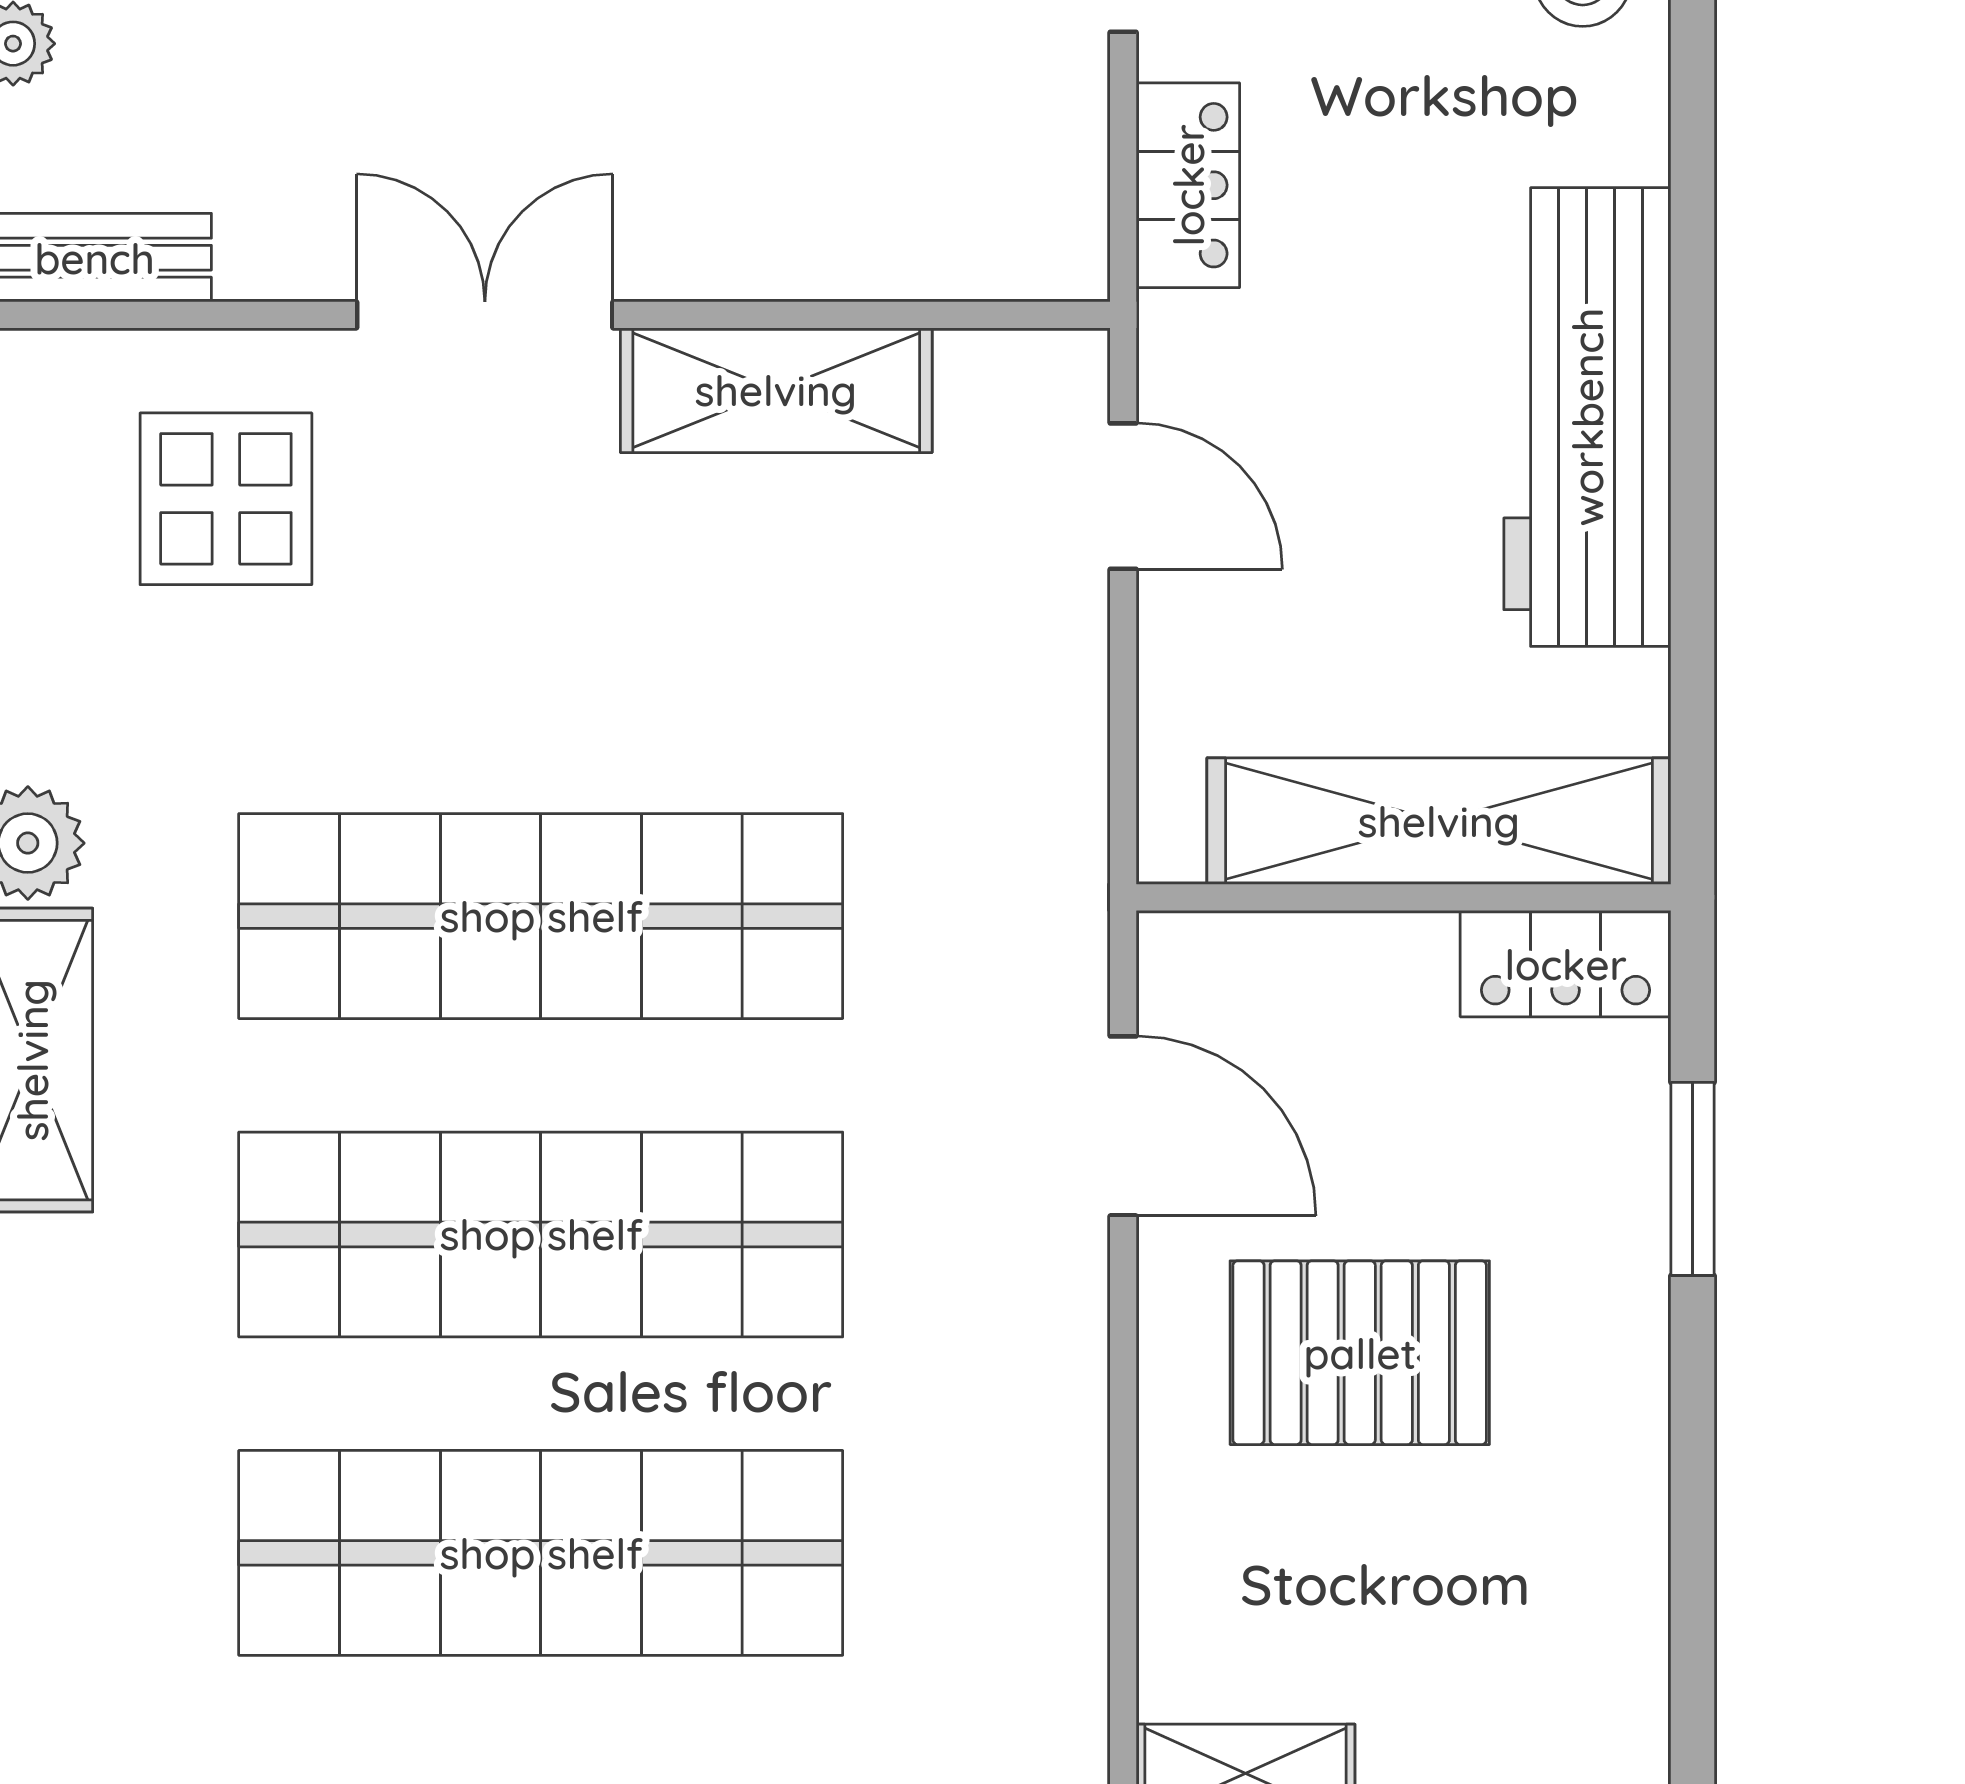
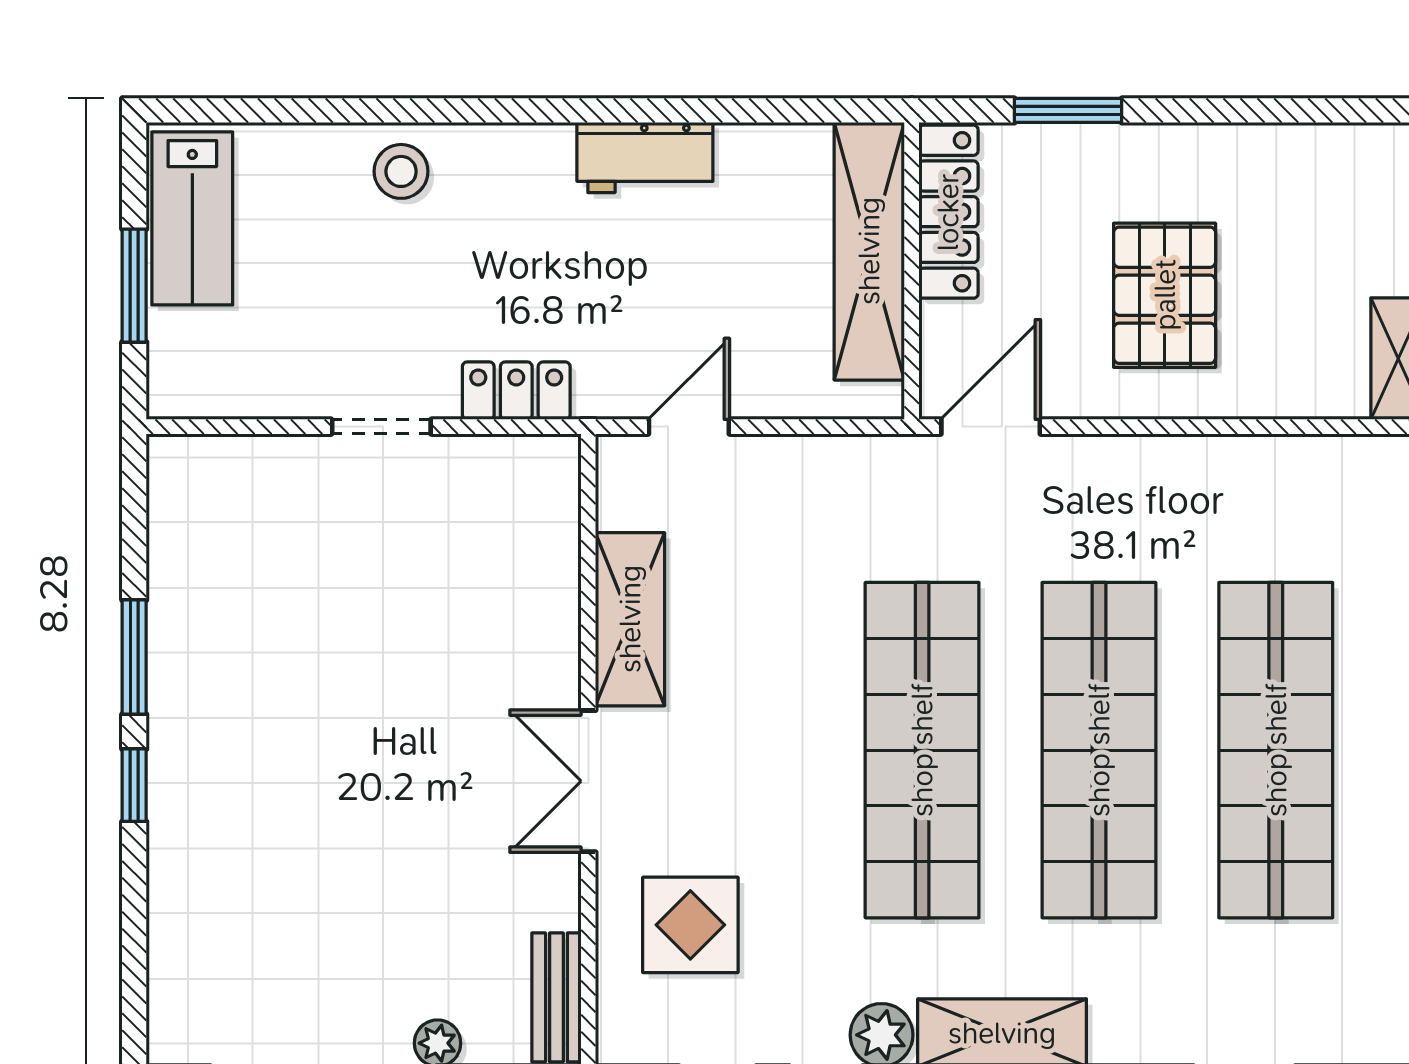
workbench: (1587, 417) -> (645, 157), width x0.53, depth x0.76
locker: (1566, 964) -> (948, 212), width x1.53
door: (1123, 1126) -> (991, 427), moved

